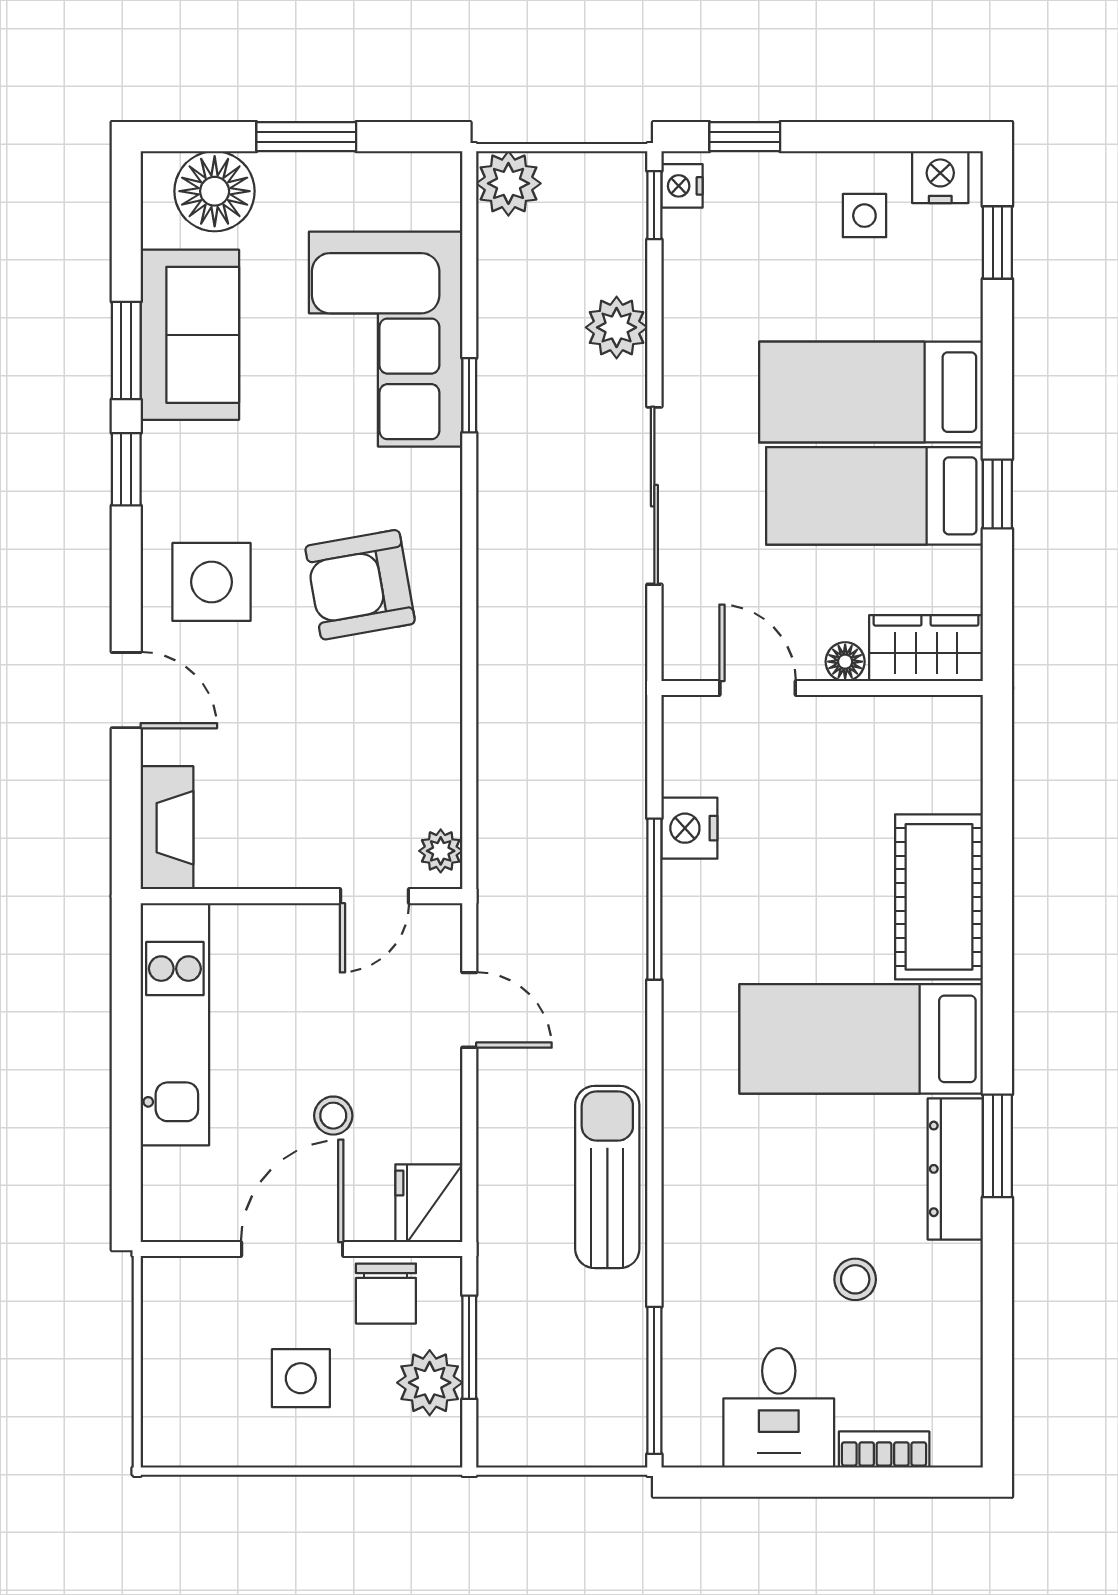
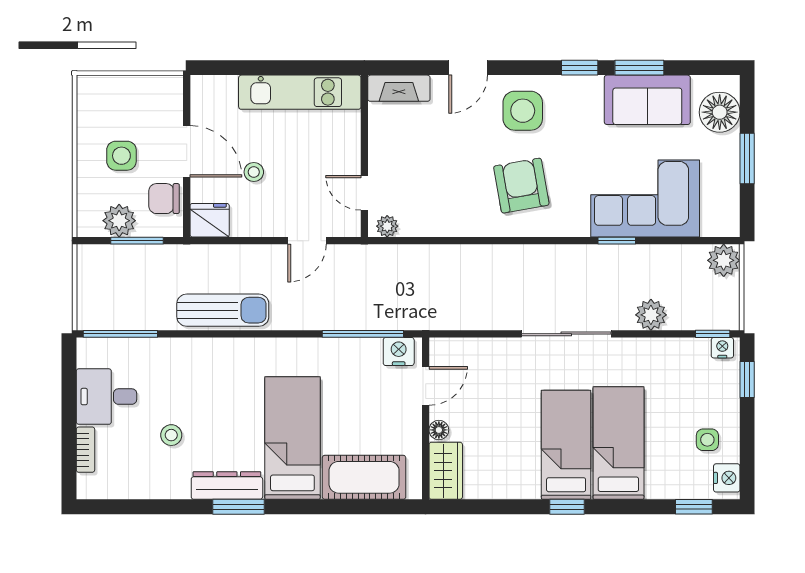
wardrobe: (926, 648) -> (446, 471), moved
floor lamp: (845, 662) -> (439, 430), moved
door: (758, 688) -> (426, 386), moved
wall: (822, 688) -> (426, 418), moved

